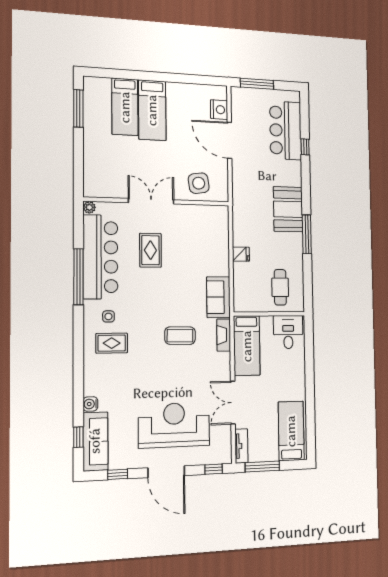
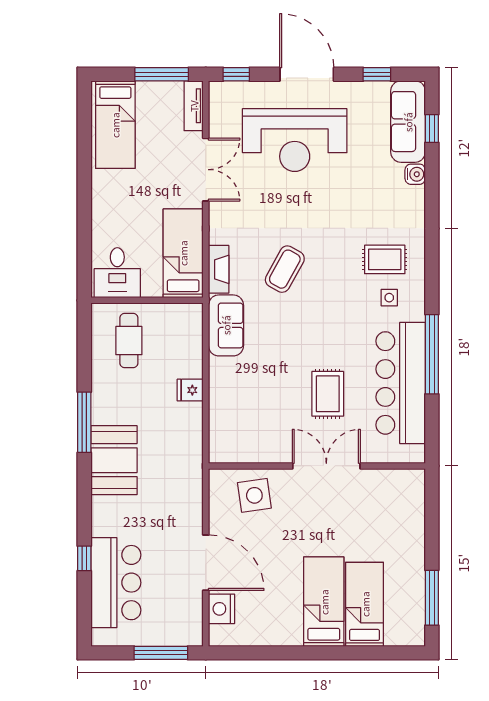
double door: (151, 201) -> (326, 466), swing flipped
plant: (89, 207) -> (416, 454), removed
coffee table: (180, 336) -> (285, 269), turned -62

